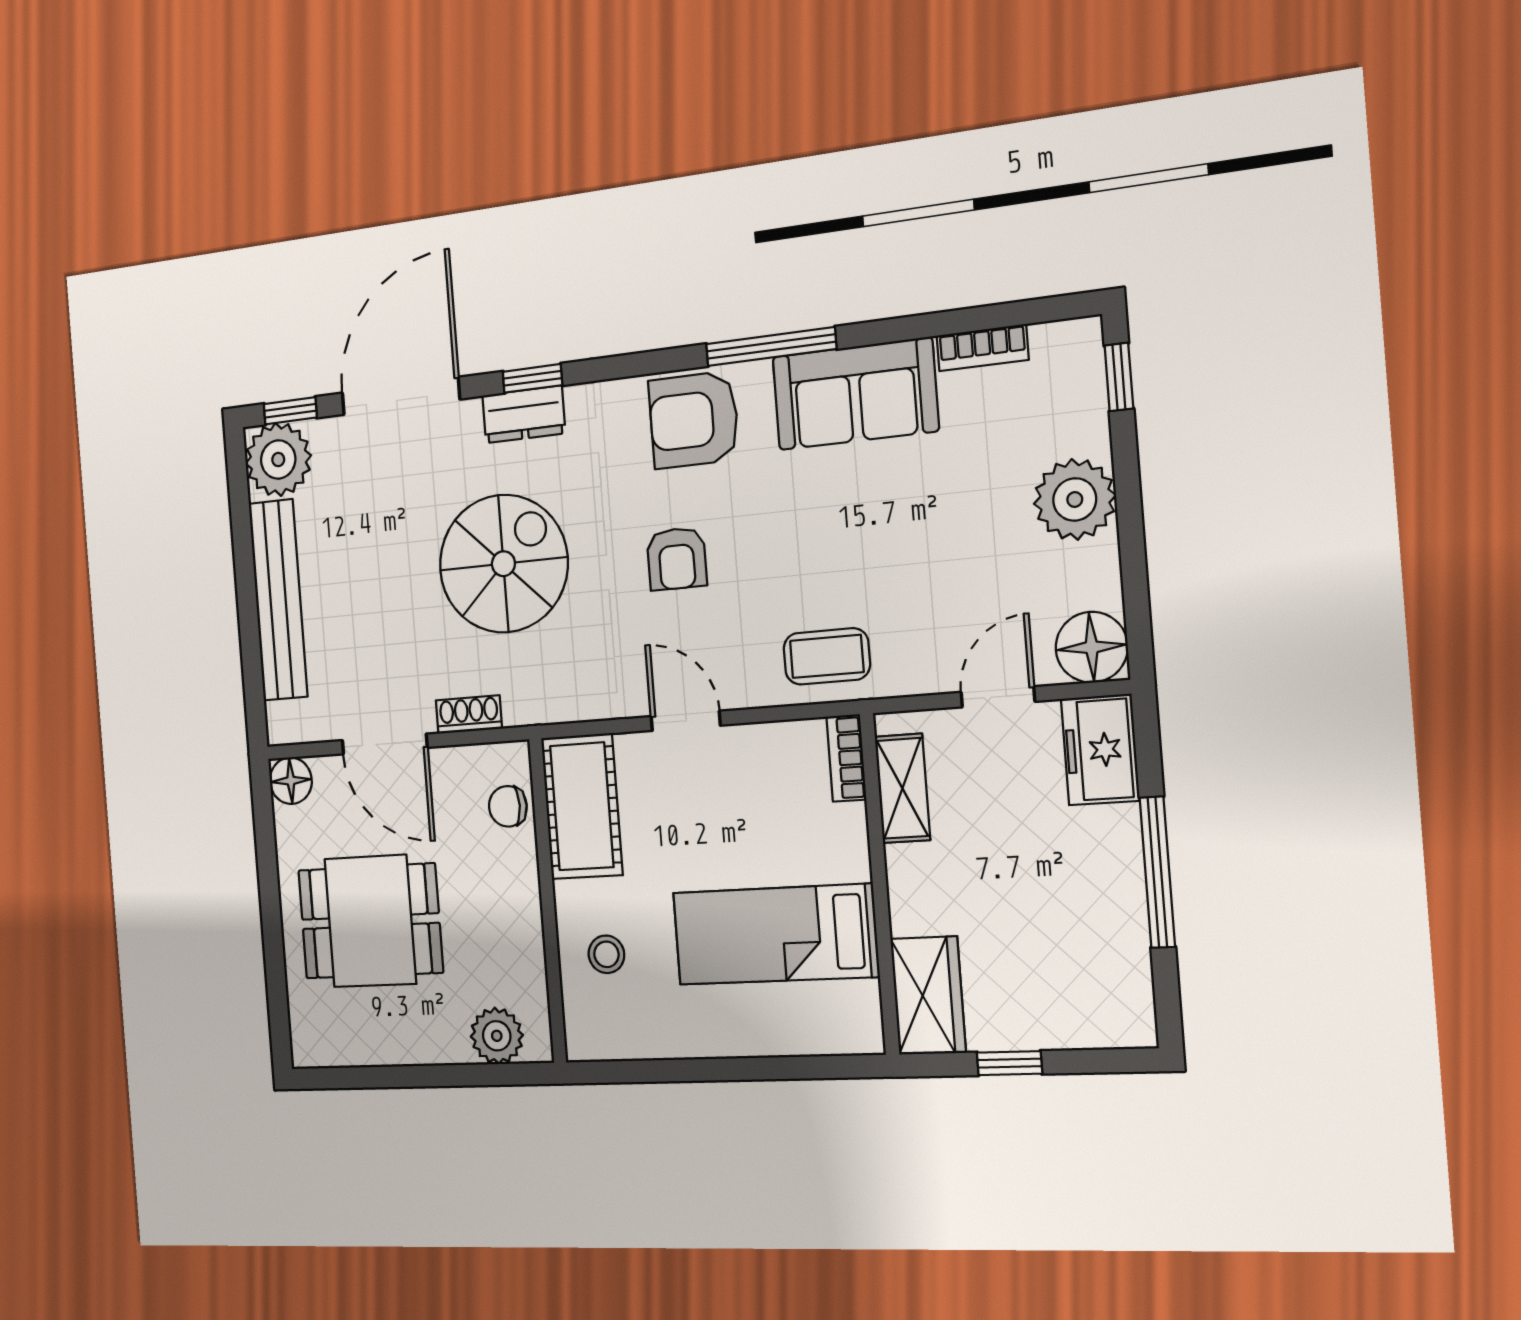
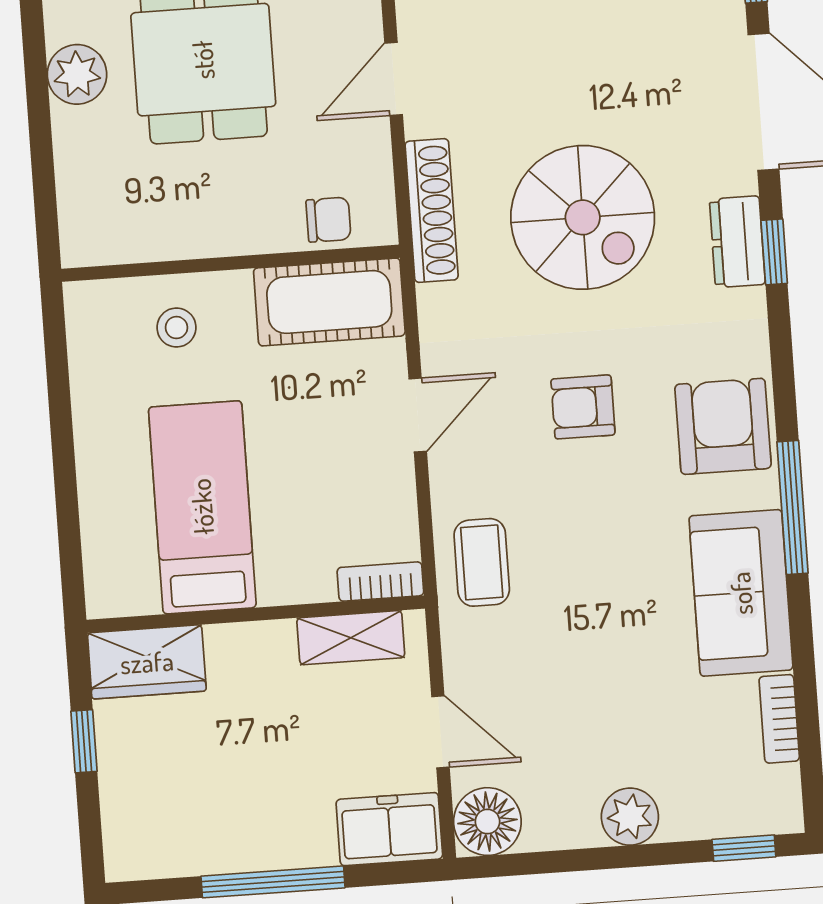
plant: (1075, 499) -> (630, 817), width x0.73, depth x0.73
shoe rack: (469, 714) -> (432, 211), width x1.94, depth x1.24
door: (385, 744) -> (394, 79), width x0.73
chair: (508, 806) -> (328, 220), turned 90
plant: (497, 1036) -> (77, 74), moved

